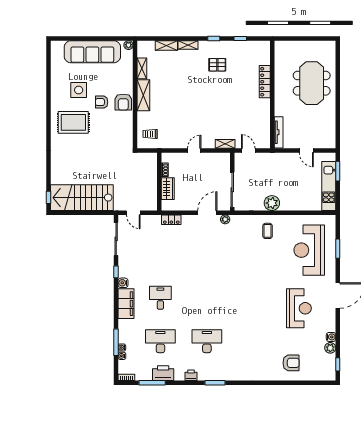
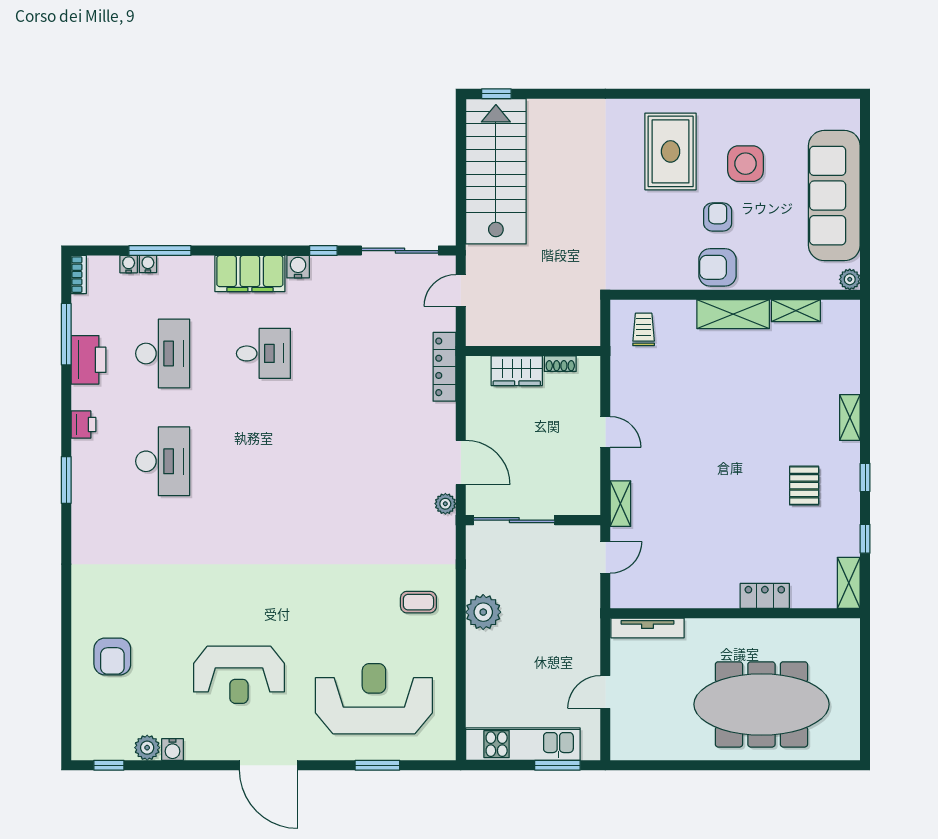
shelving: (166, 46) -> (849, 583), moved
locker: (265, 82) -> (765, 596), width x0.66
meeting table: (312, 83) -> (761, 704), width x1.36
locker: (171, 220) -> (444, 367), width x1.53

